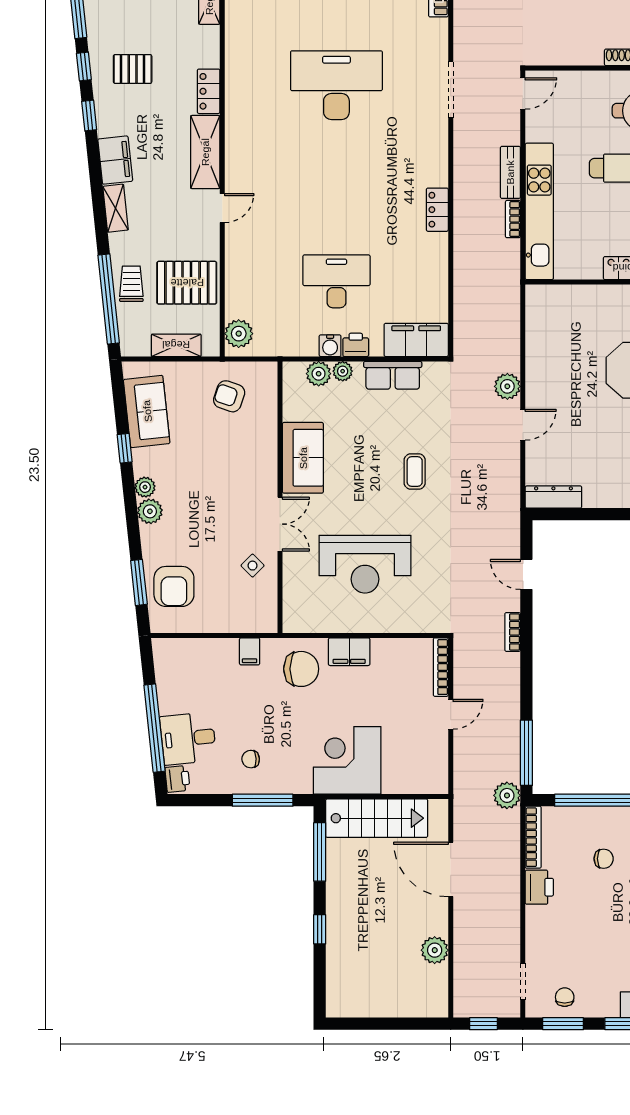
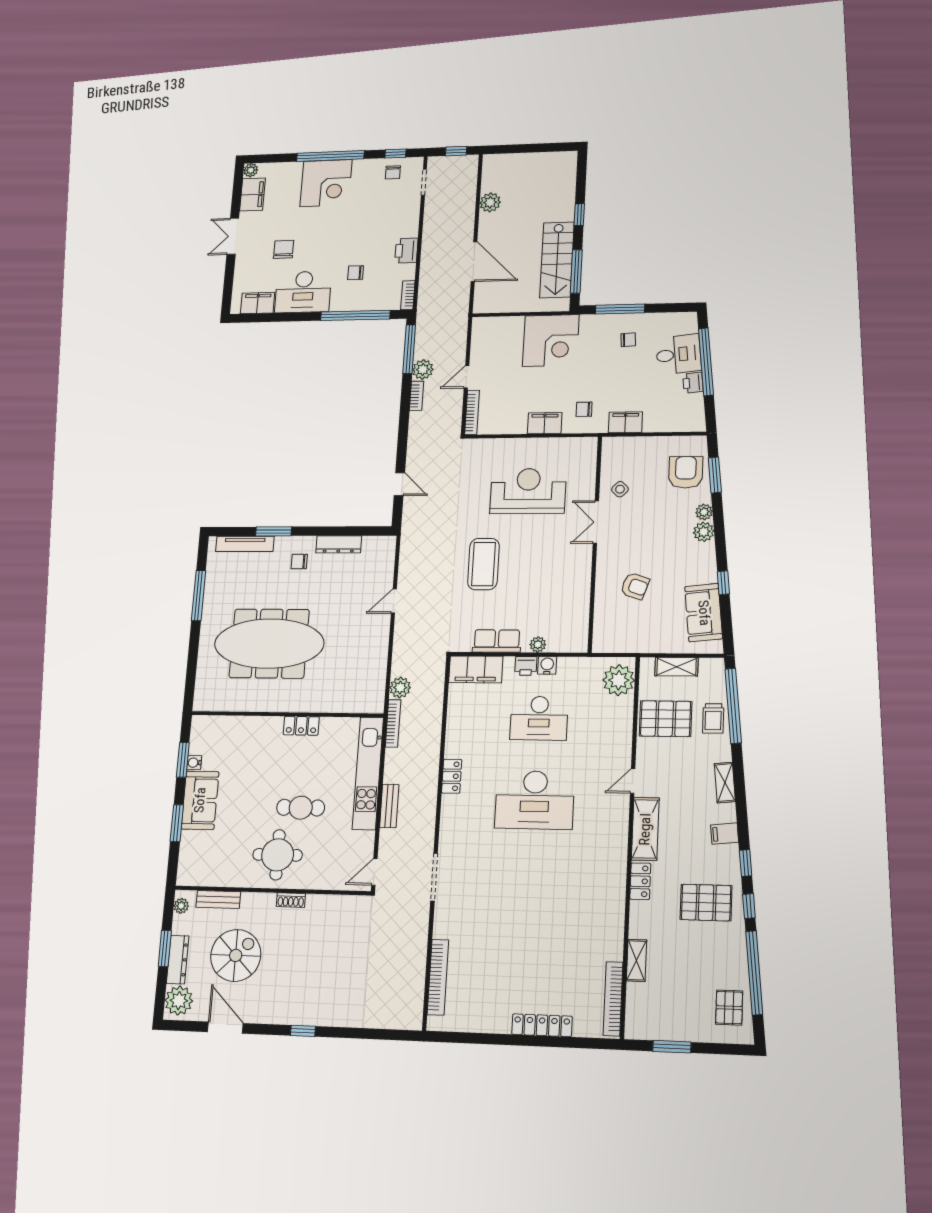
pallet: (133, 69) -> (706, 903), width x1.50, depth x1.42
desk: (336, 85) -> (535, 800), moved
filing cabinet: (115, 160) -> (725, 834), width x0.50
bookcase: (513, 219) -> (393, 723), moved, width x1.56
plant: (239, 334) -> (619, 680), width x1.36, depth x1.36
plant: (319, 374) -> (558, 643), removed
plant: (507, 386) -> (400, 688), moved
armchair: (229, 396) -> (635, 586), moved
sofa: (303, 458) -> (574, 575), removed
coffee table: (415, 471) -> (483, 564), width x1.86, depth x1.72
plant: (145, 487) -> (704, 512), moved
dresser: (553, 497) -> (339, 544), moved
bookcase: (513, 632) -> (417, 396), moved
filing cabinet: (250, 651) -> (625, 422), width x2.00
chair: (301, 669) -> (584, 409), width x0.54, depth x0.54
printer: (177, 779) -> (693, 383), moved
plant: (507, 795) -> (423, 370), moved
stairs: (377, 818) -> (557, 260), moved, turned -90
bookcase: (533, 837) -> (408, 295), width x0.64
window: (563, 1024) -> (396, 153), width x0.67

